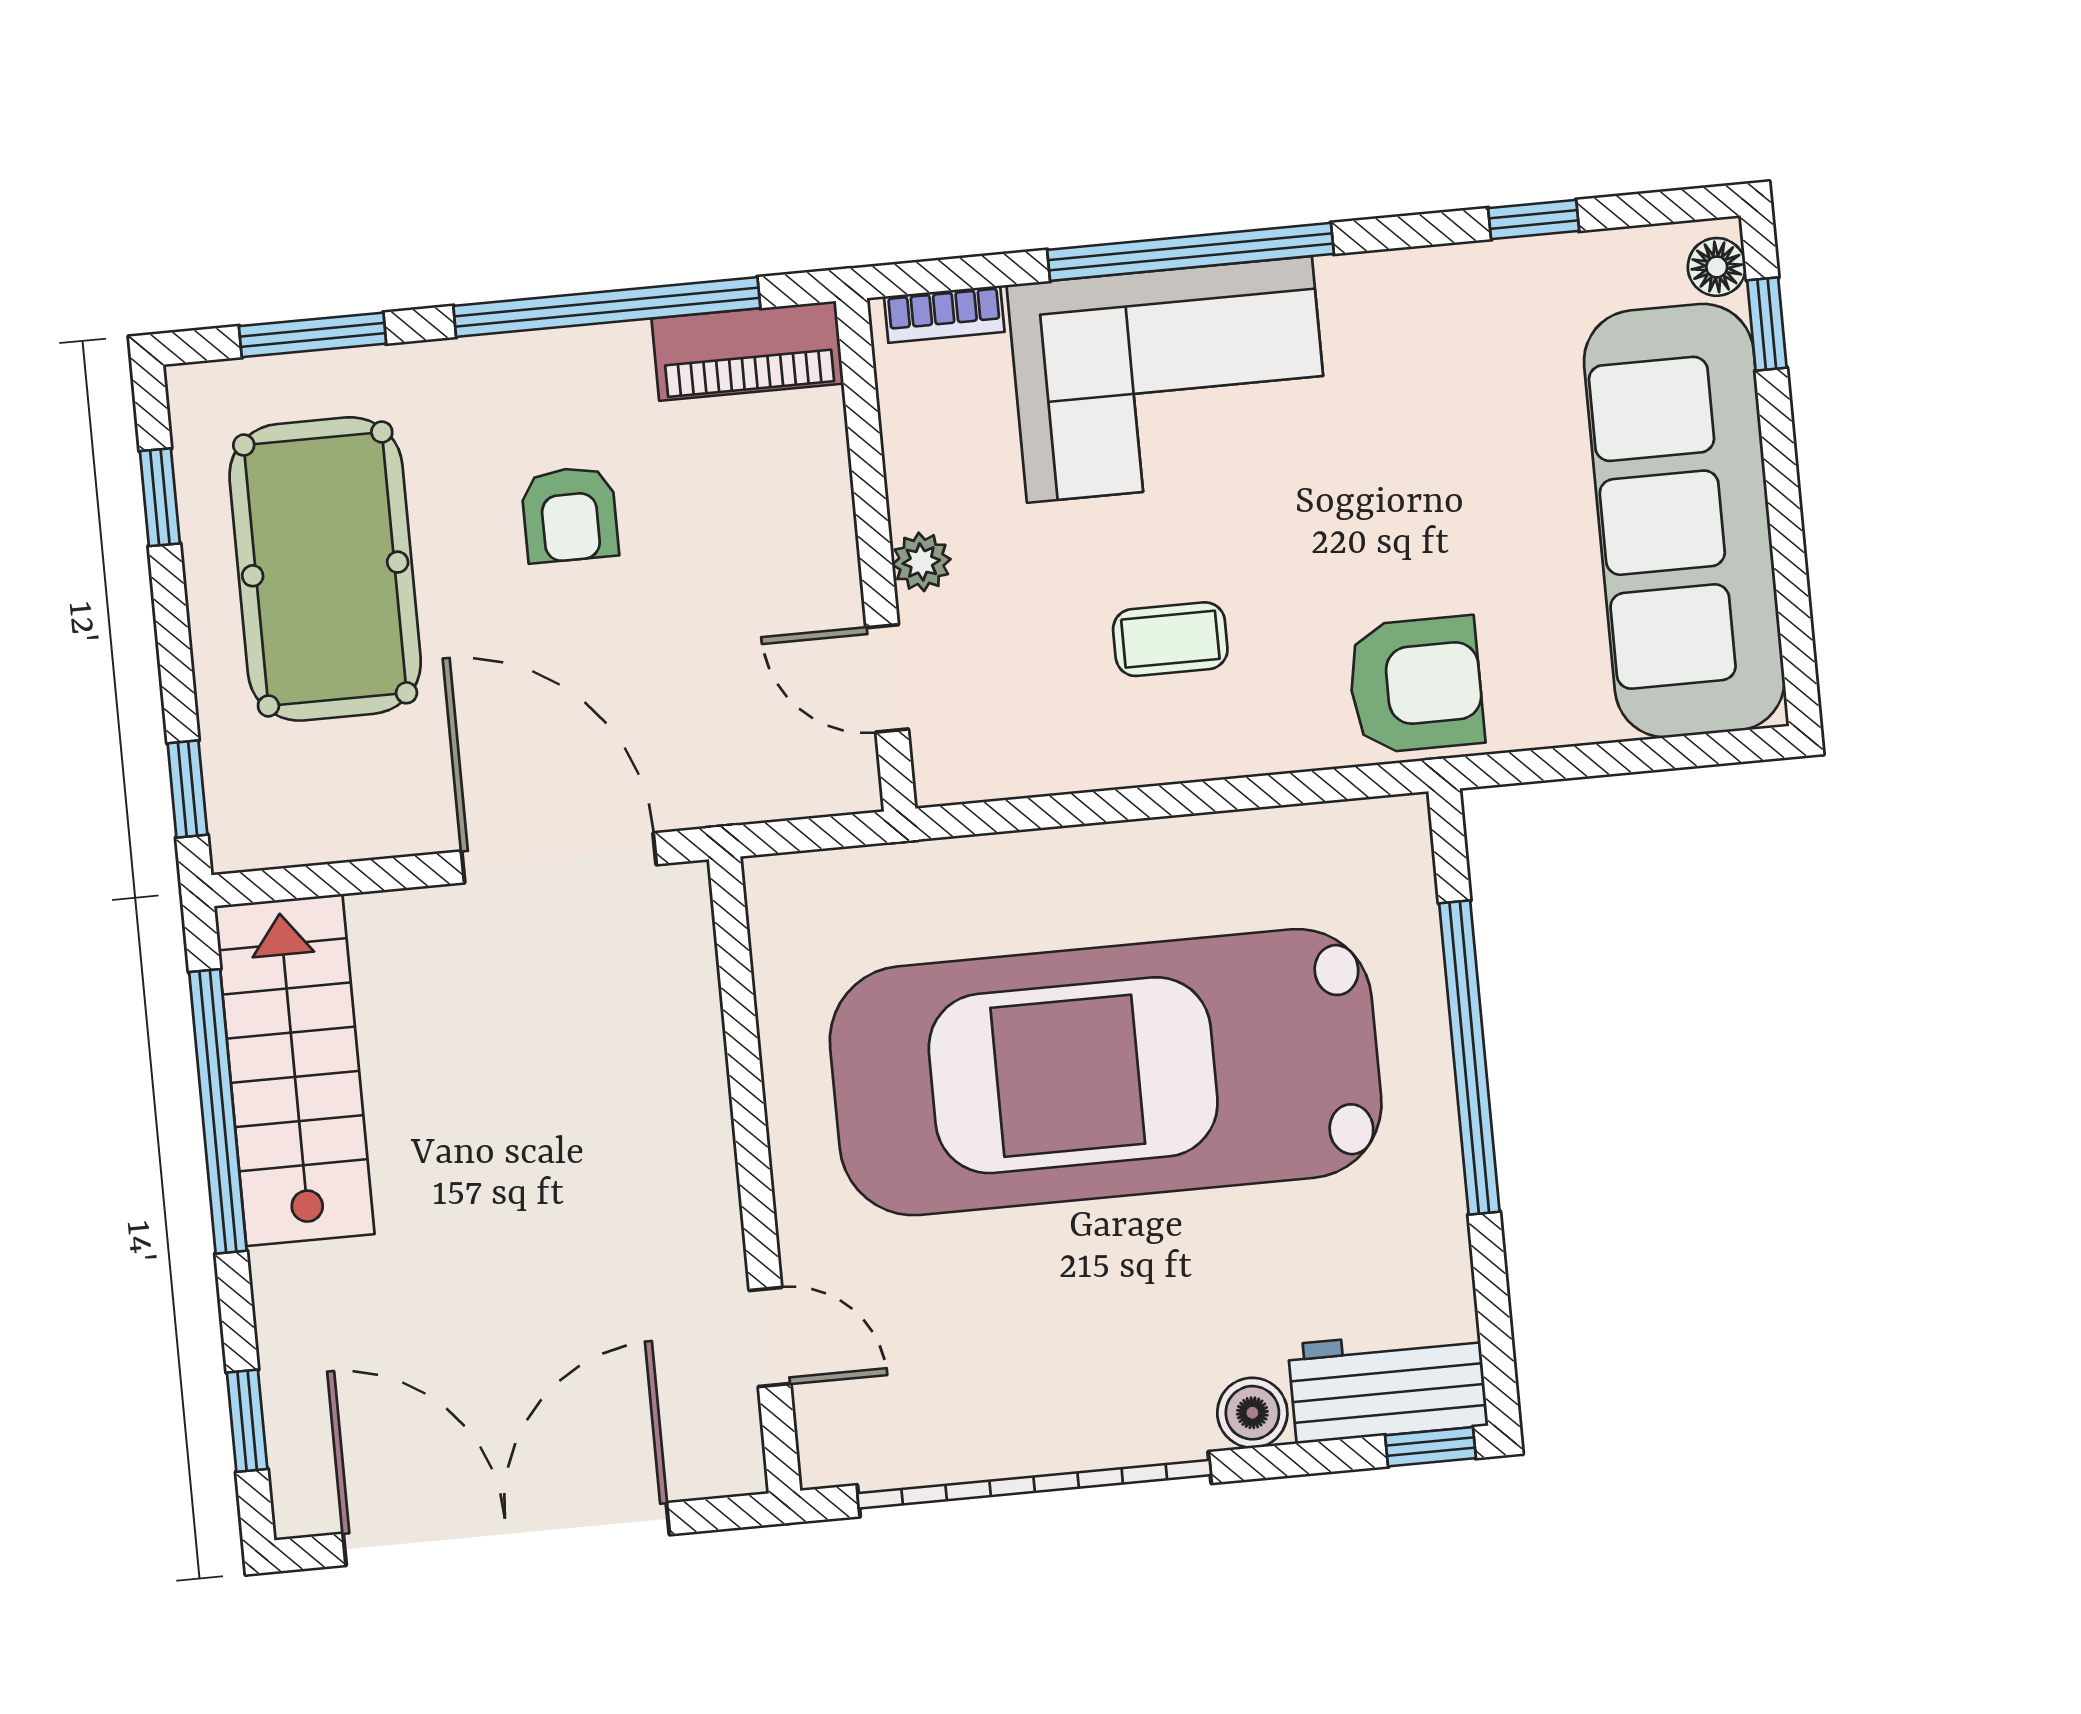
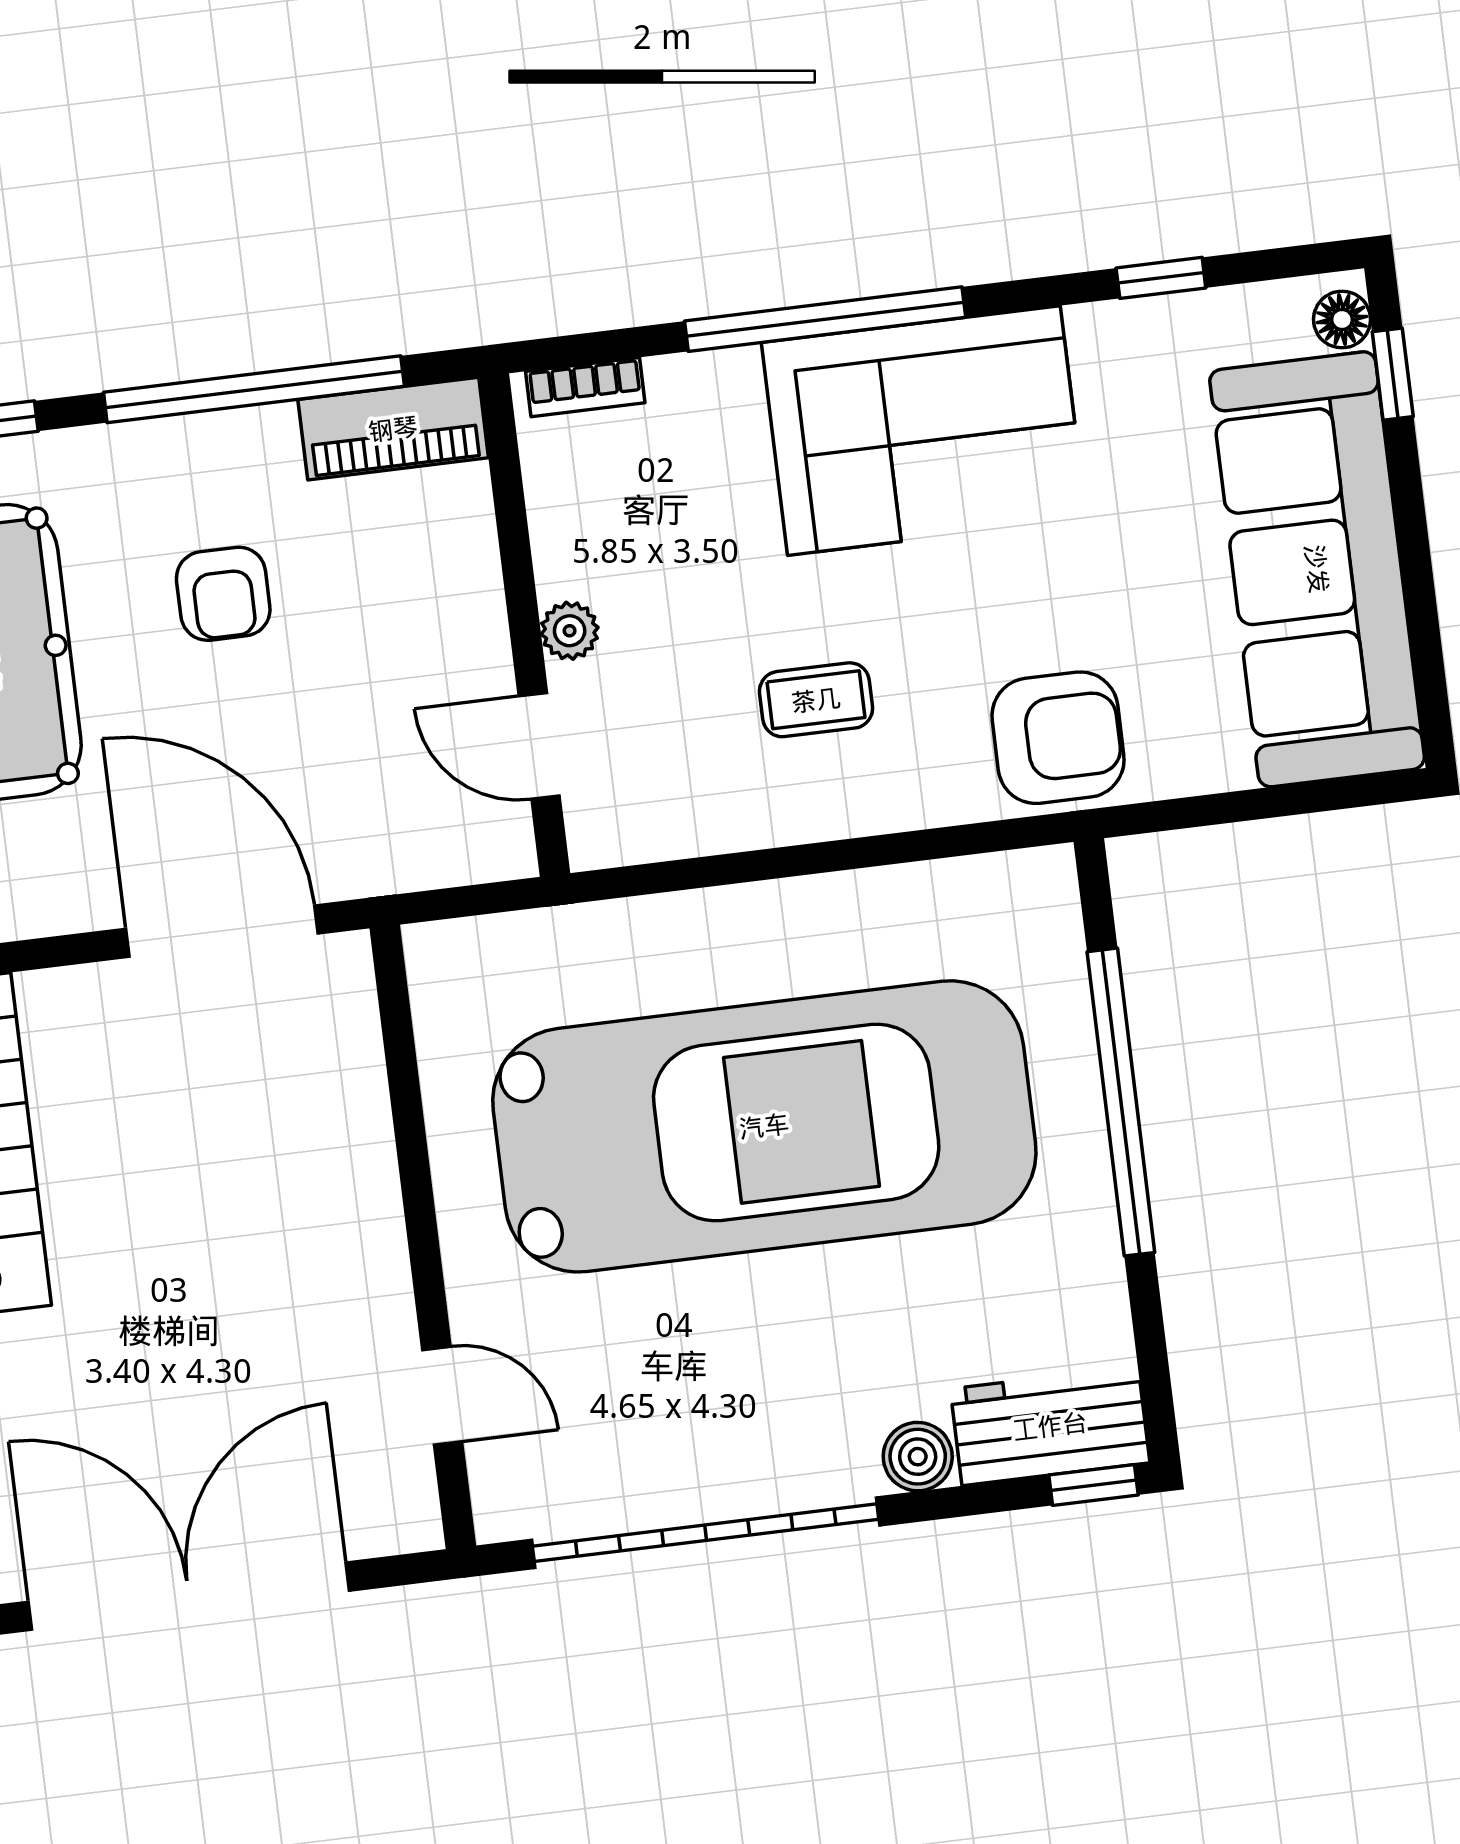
corner sofa: (1169, 379) -> (924, 431), moved
car: (1106, 1072) -> (764, 1126), turned 180

